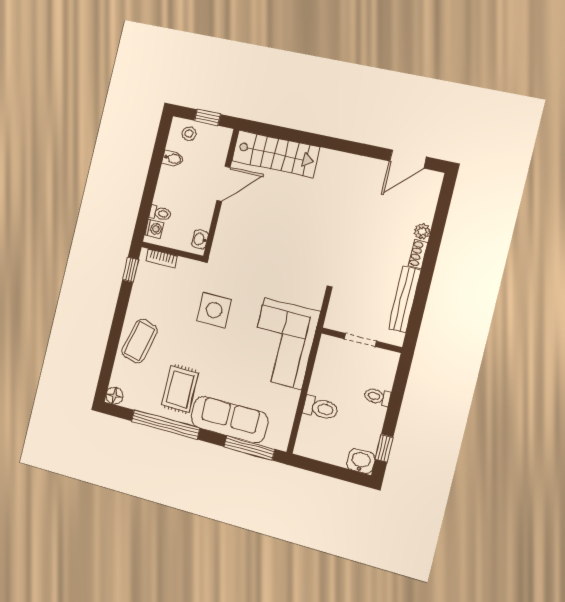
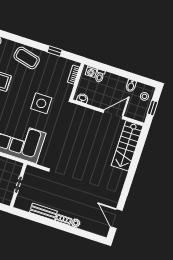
door: (223, 184) -> (113, 114), swing flipped
window: (130, 270) -> (55, 51), moved
bench: (404, 300) -> (43, 212), width x0.73

